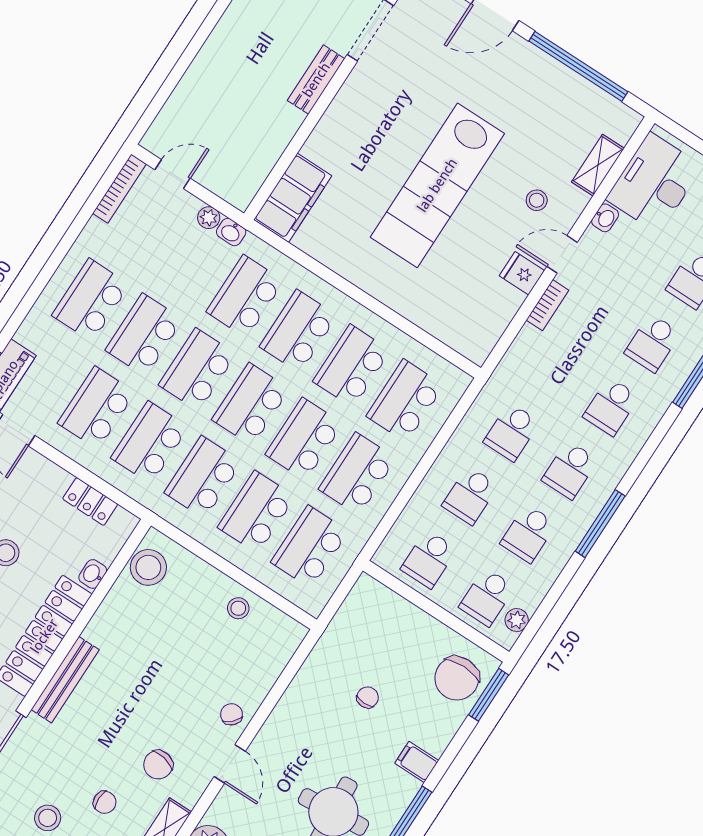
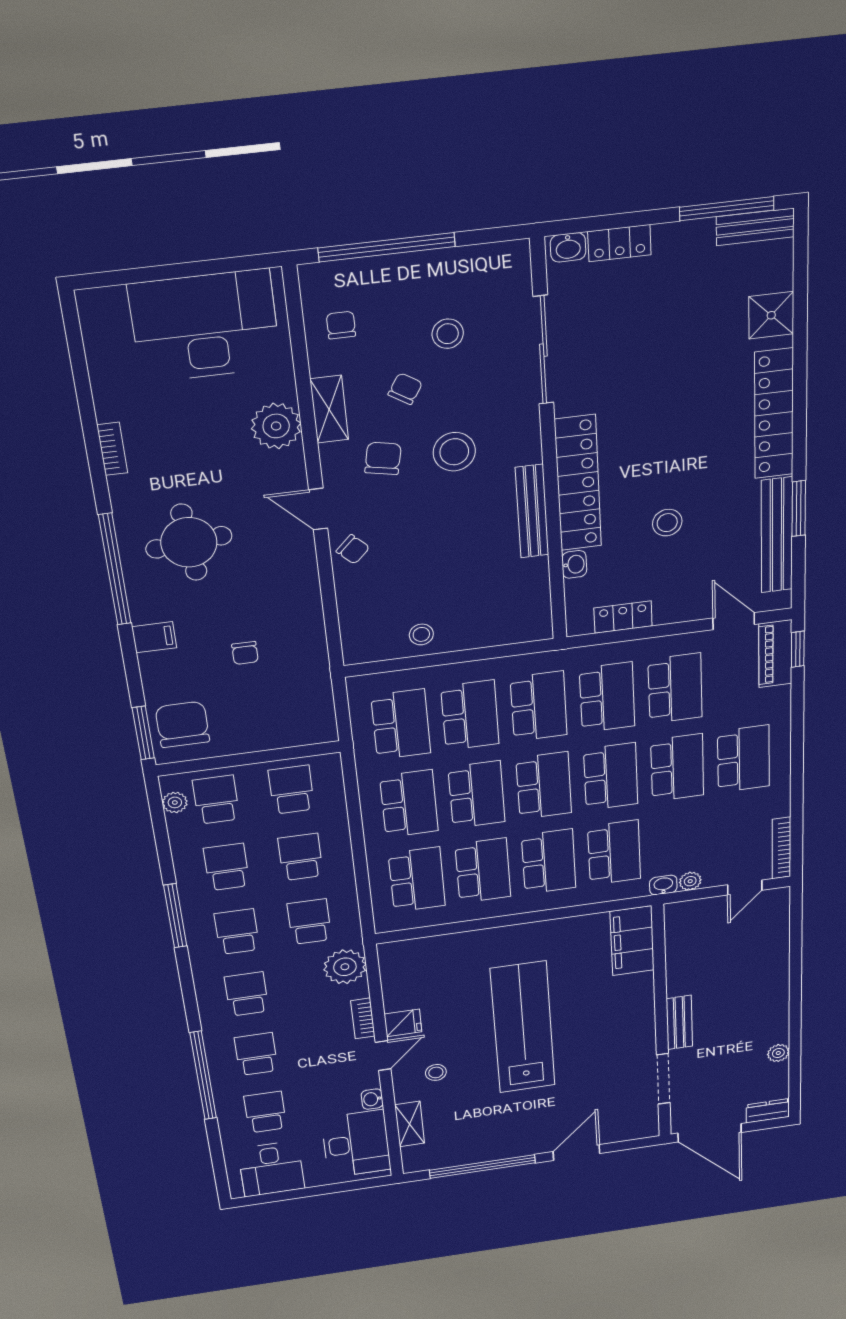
plant: (520, 367) -> (345, 967), added
stool: (148, 567) -> (454, 452), moved
bench: (65, 680) -> (532, 511), moved
chair: (105, 802) -> (405, 389), turned 122

